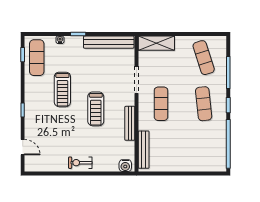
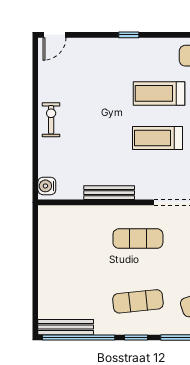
treadmill: (96, 109) -> (158, 138), moved
door: (23, 147) -> (55, 35), moved
bench: (144, 150) -> (66, 327), moved

